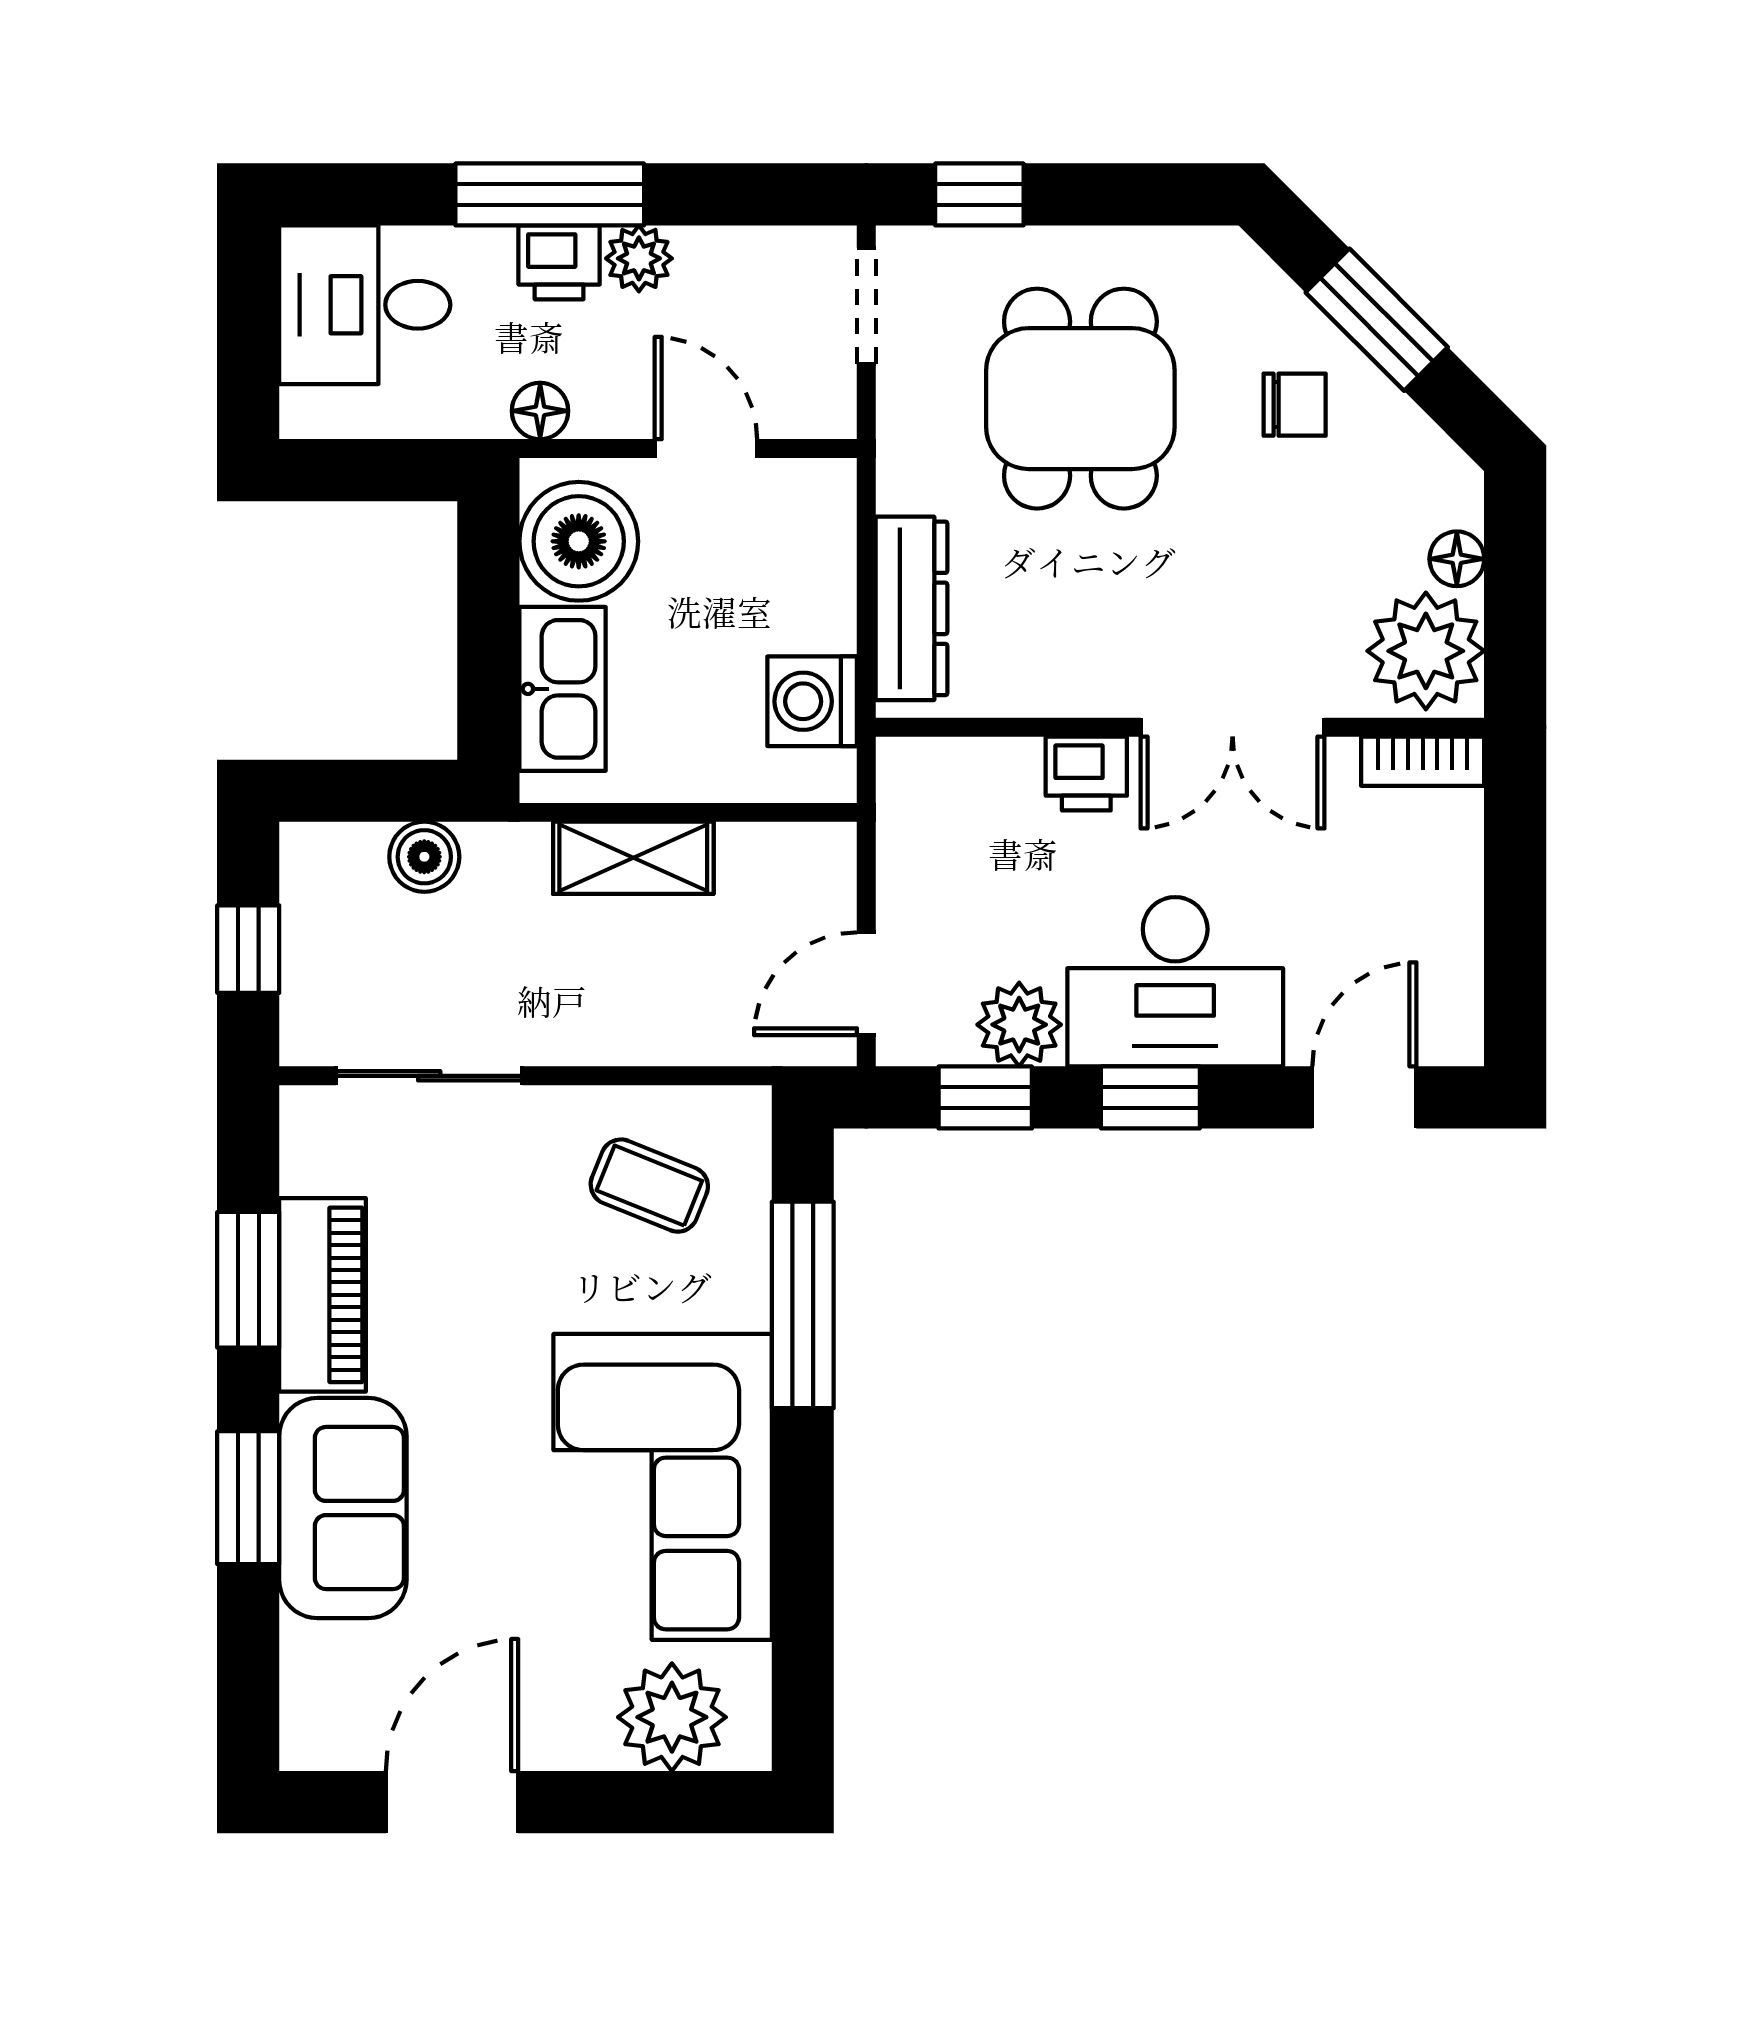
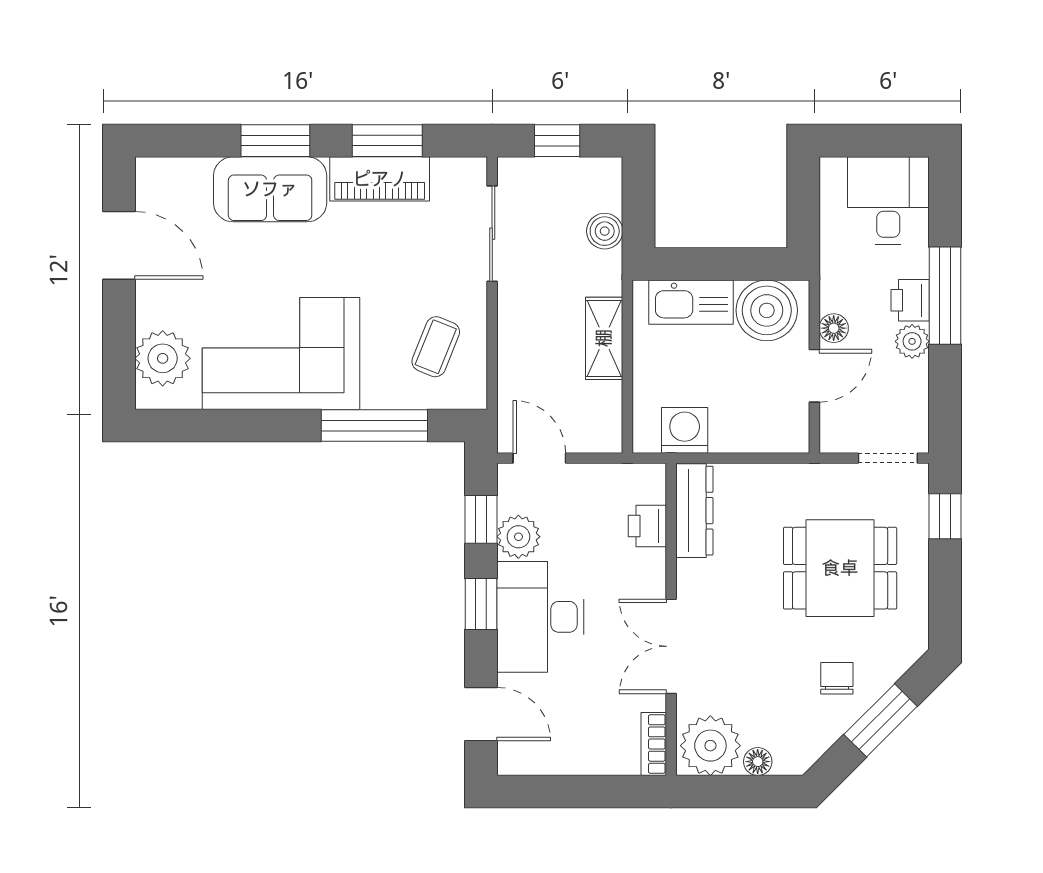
chair: (1295, 405) -> (837, 678), turned 180
floor lamp: (540, 411) -> (834, 328), moved
dresser: (911, 608) -> (694, 511), moved, turned -90
printer: (1086, 773) -> (647, 526), moved

